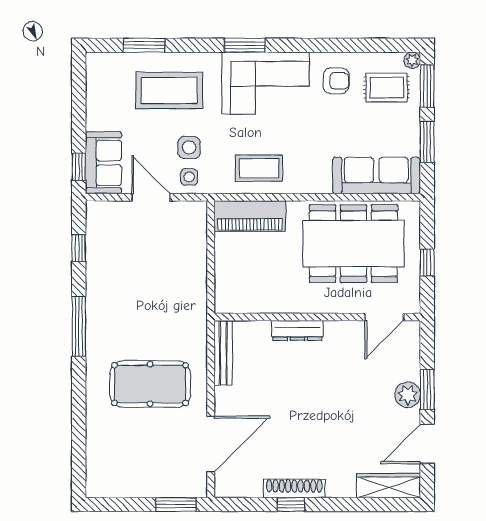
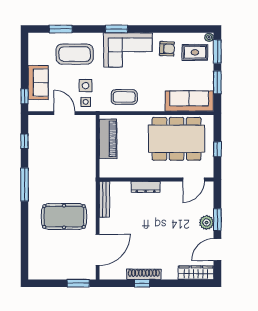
sofa: (103, 163) -> (38, 82), moved
piano: (250, 216) -> (108, 139), moved, turned -90

